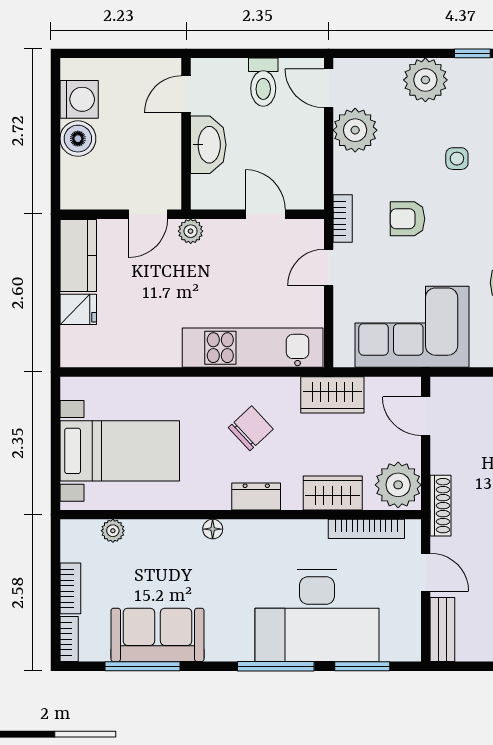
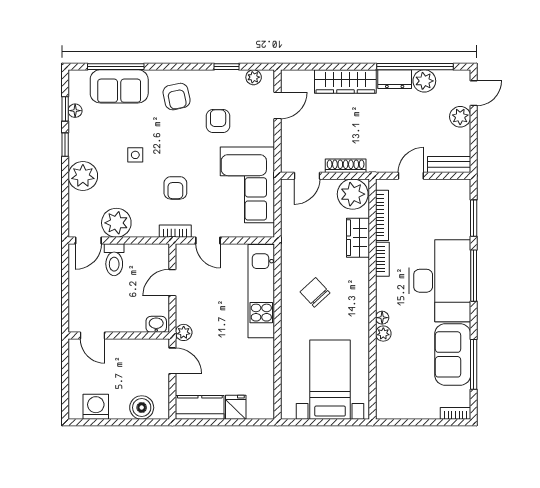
toilet: (263, 82) -> (114, 260), moved, turned 90
boiler: (78, 139) -> (142, 408), moved
washbasin: (208, 145) -> (156, 324), moved, width x0.52, depth x0.69
wardrobe: (332, 395) -> (293, 238), removed
dresser: (256, 496) -> (360, 289), removed
shoe rack: (441, 506) -> (346, 166), moved
plant: (113, 531) -> (383, 334), moved
bookcase: (70, 588) -> (382, 259), moved, turned 90
desk: (317, 615) -> (440, 281), moved

